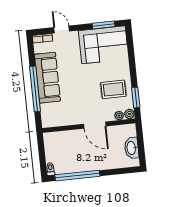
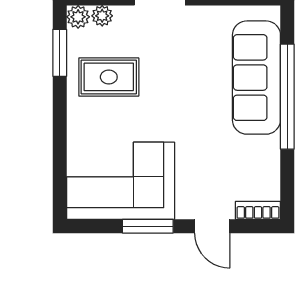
window: (104, 25) -> (148, 226), moved
sofa: (47, 78) -> (256, 78), moved

